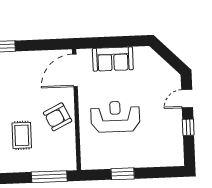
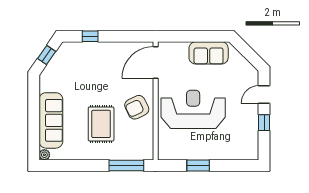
sofa: (113, 59) -> (209, 53), moved
reception desk: (115, 117) -> (193, 109), width x1.36, depth x1.30
rug: (22, 135) -> (101, 124), width x1.36, depth x1.43

